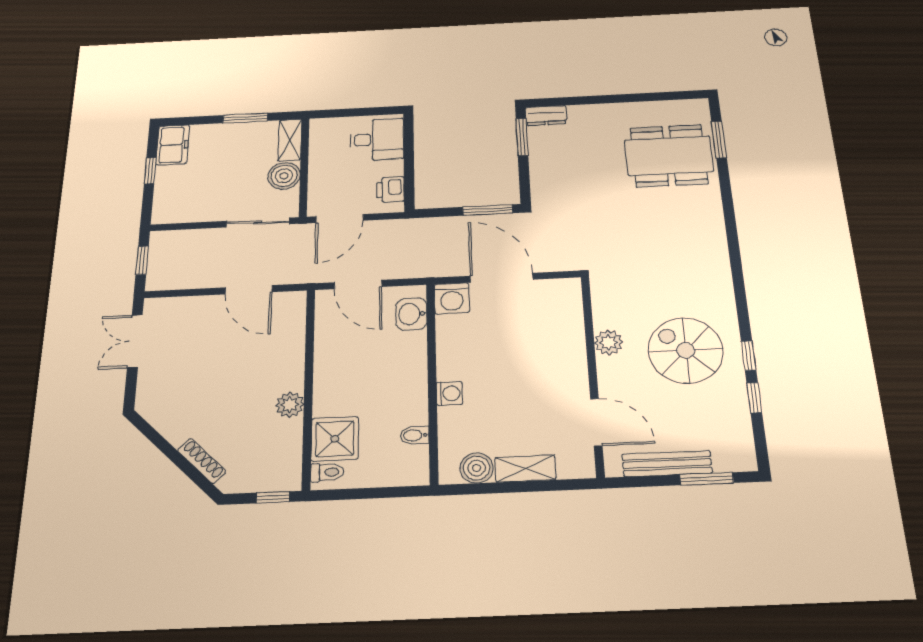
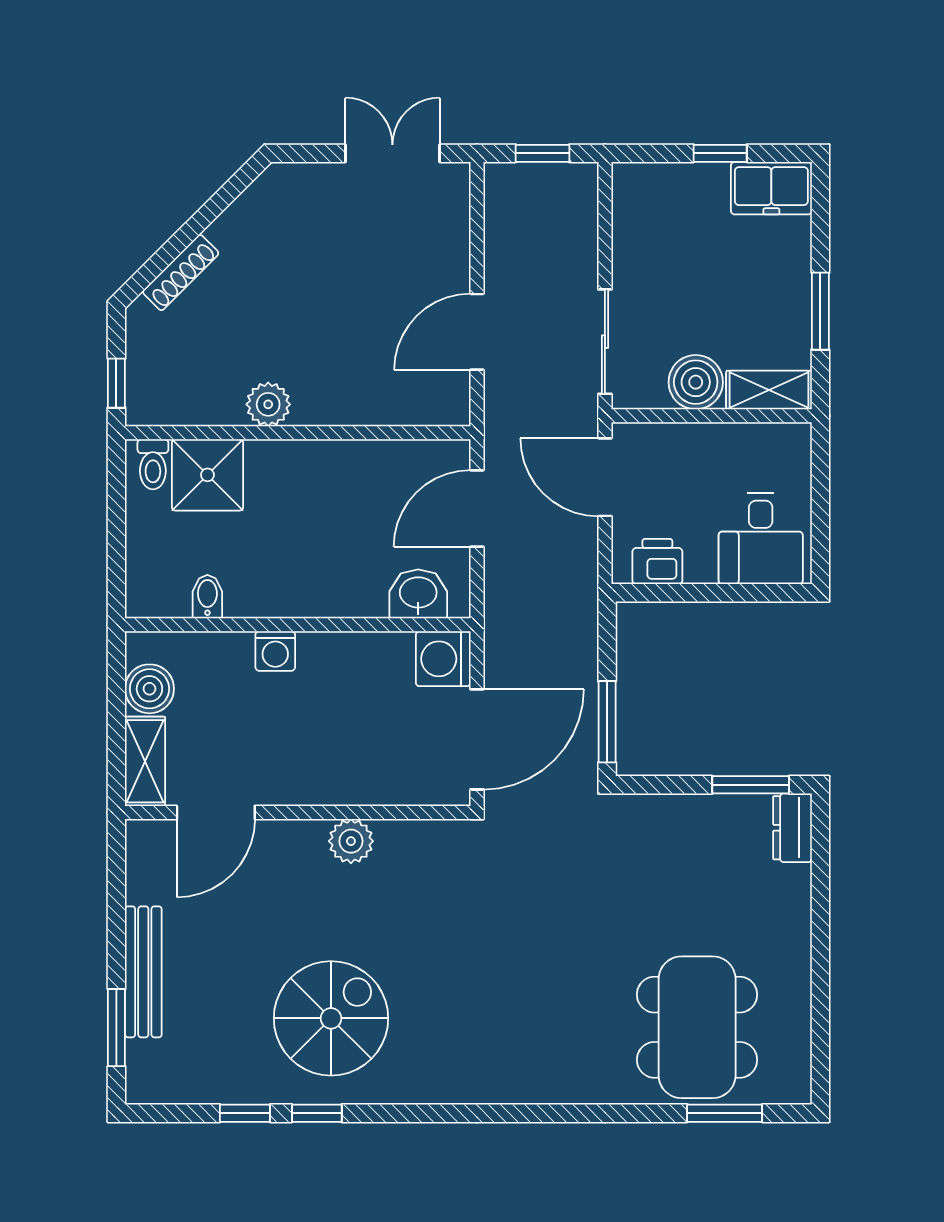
plant: (609, 342) -> (351, 841), moved
wall: (593, 374) -> (298, 812), moved
door: (596, 422) -> (216, 812), moved

